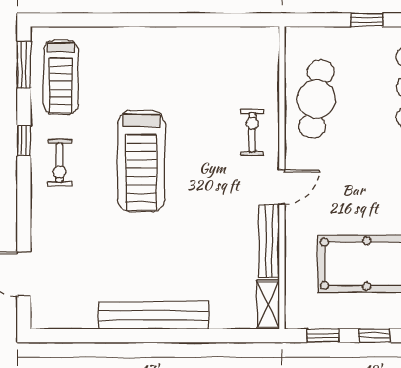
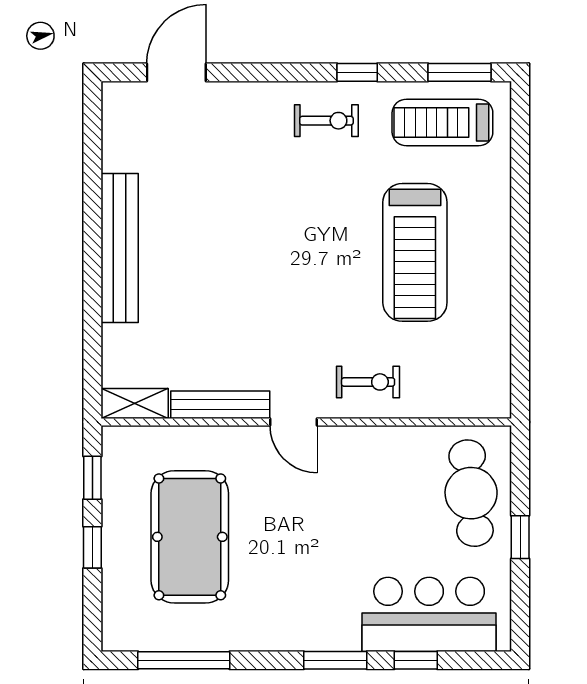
cafe table: (316, 99) -> (471, 493), moved, turned 75
treadmill: (141, 161) -> (415, 252), moved, turned -90
exercise bike: (59, 163) -> (326, 121), turned 180

